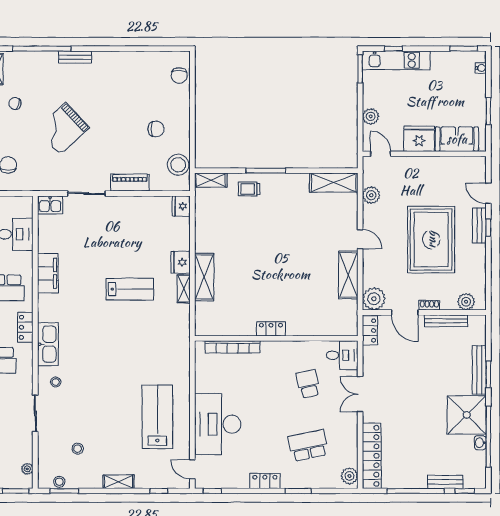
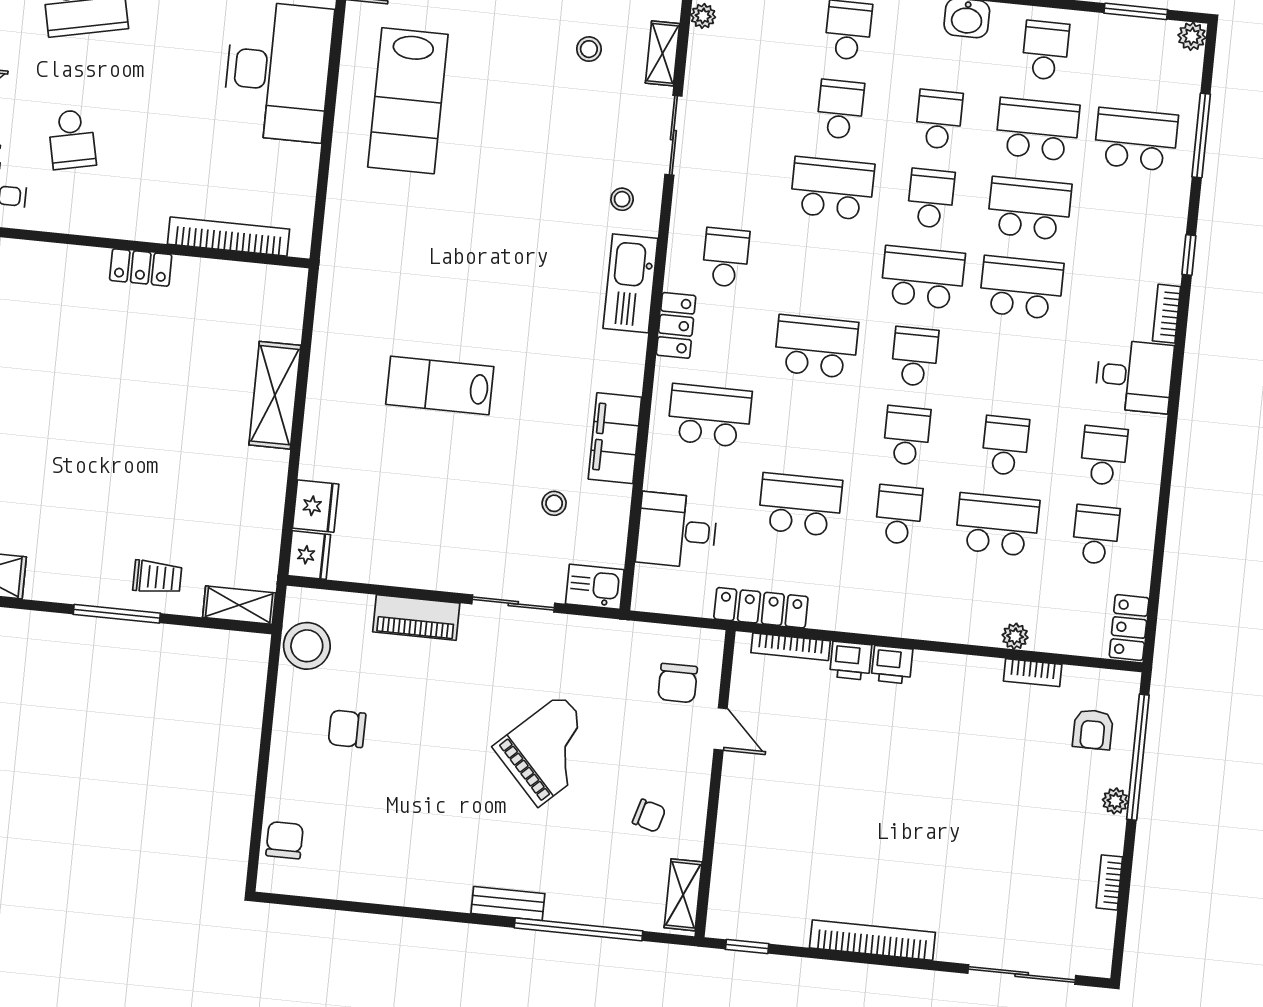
stool: (72, 241) -> (554, 503), added
fridge: (181, 262) -> (316, 506), moved
shelving: (184, 289) -> (663, 53), moved

